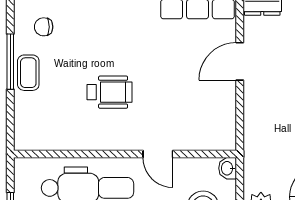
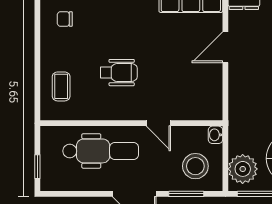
window: (10, 62) -> (37, 48), removed
coffee table: (28, 73) -> (61, 86), moved

